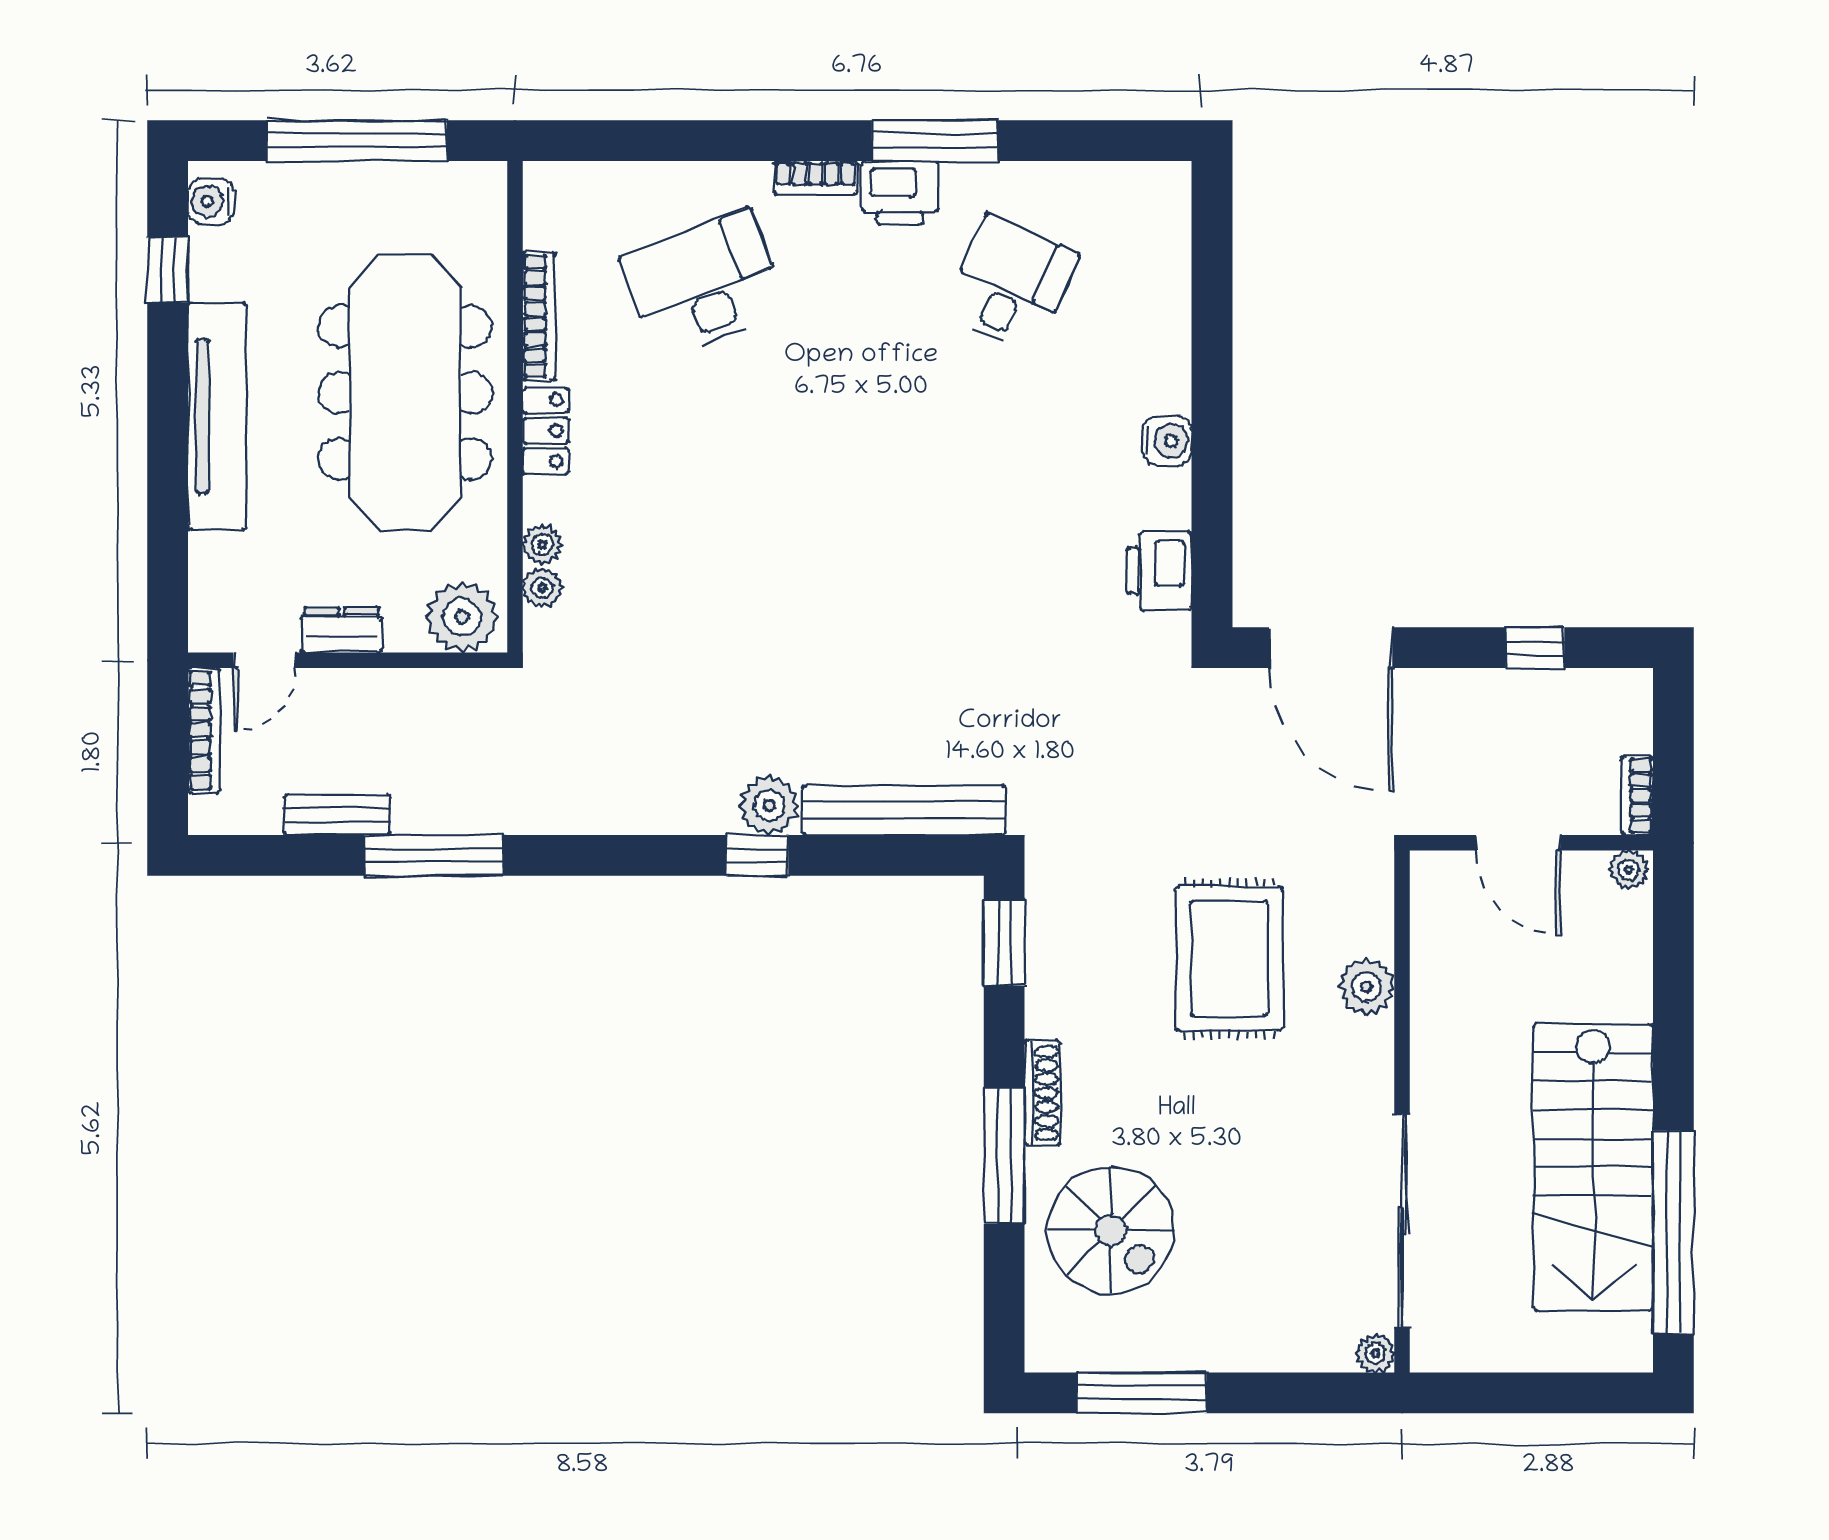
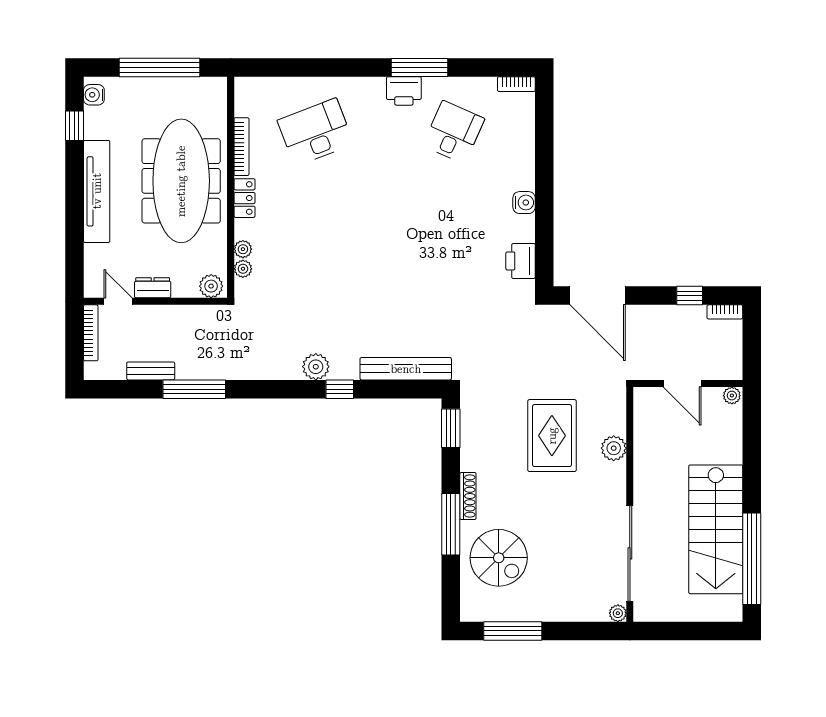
bookcase: (816, 178) -> (516, 84), moved
plant: (462, 617) -> (211, 286), width x0.73, depth x0.73
door: (265, 660) -> (118, 301), swing flipped
bookcase: (1637, 796) -> (725, 312), moved, turned -90
plant: (769, 806) -> (316, 367), moved

